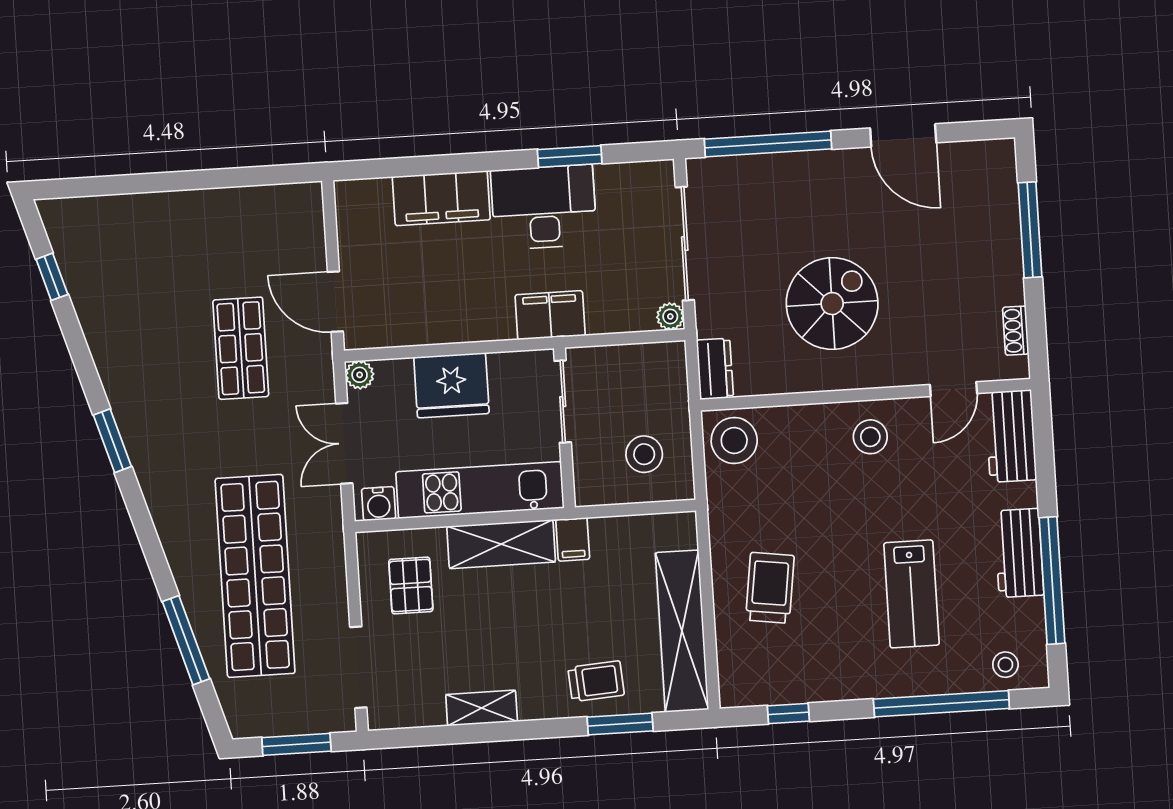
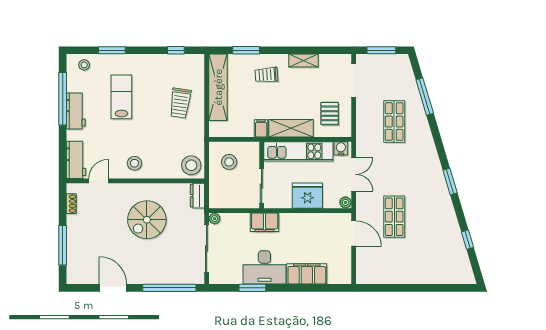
window: (52, 277) -> (467, 240), moved
shop shelf: (255, 576) -> (394, 121), width x0.50, depth x0.74
trolley: (596, 681) -> (267, 75), moved
window: (941, 704) -> (112, 50), width x0.47

